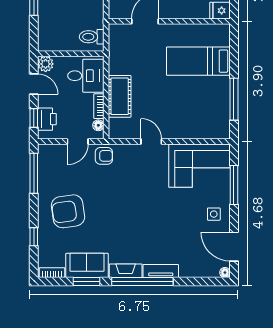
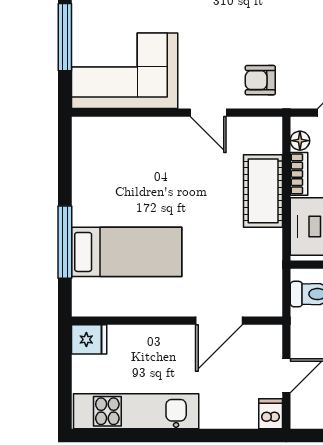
window: (234, 99) -> (65, 242), moved
armchair: (104, 156) -> (260, 80), moved

